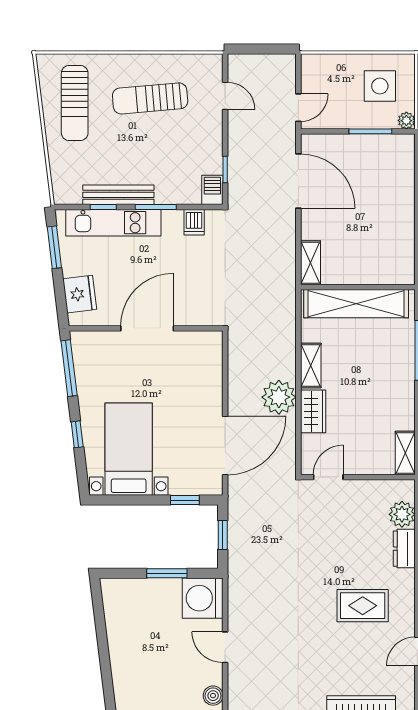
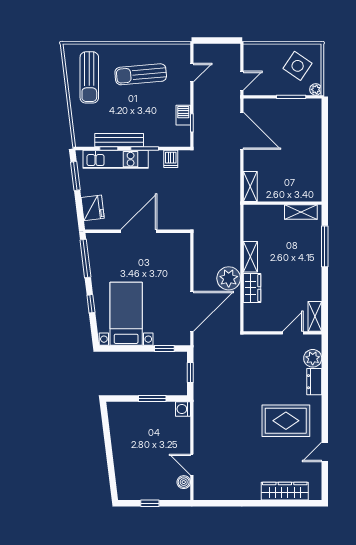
side table: (380, 86) -> (298, 66), turned 34
door: (225, 96) -> (192, 73), hinge flipped
barbecue: (212, 190) -> (183, 115), moved
shelving: (356, 304) -> (301, 212), width x0.45, depth x0.75
door: (328, 477) -> (293, 333), moved
washing machine: (203, 598) -> (183, 409), width x0.53, depth x0.53
rug: (363, 606) -> (286, 421), width x1.36, depth x1.43
door: (225, 647) -> (192, 465), moved

